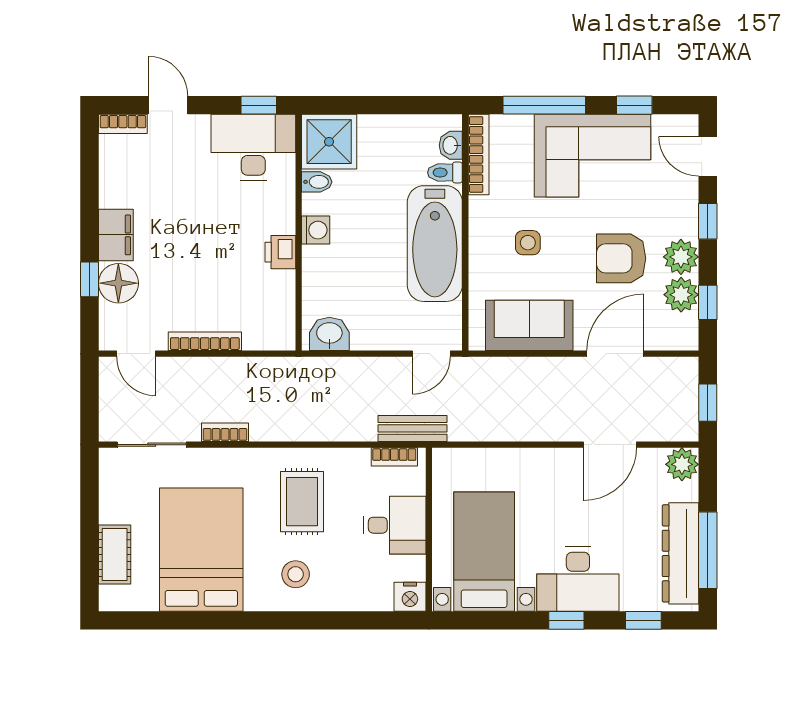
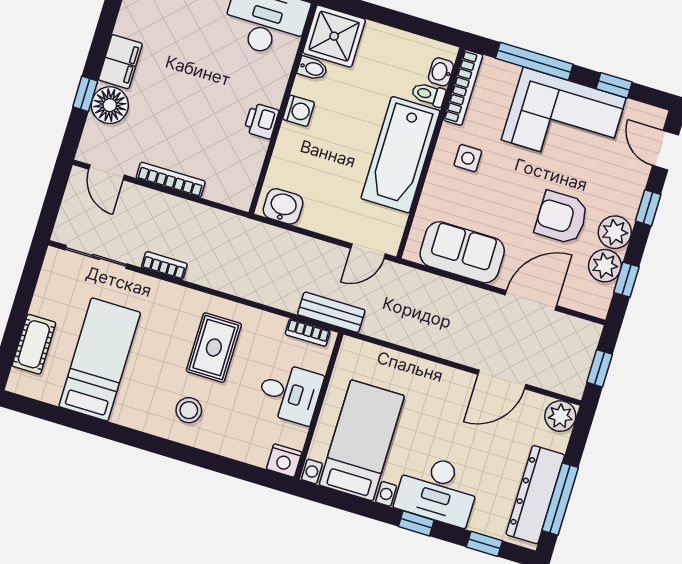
side table: (528, 243) -> (468, 158), moved
bed: (201, 550) -> (100, 359), width x0.67

